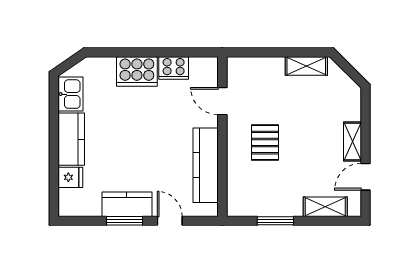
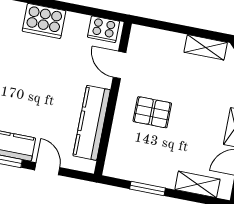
cooker: (174, 68) -> (104, 29), moved
pallet: (265, 143) -> (152, 112), turned 90

